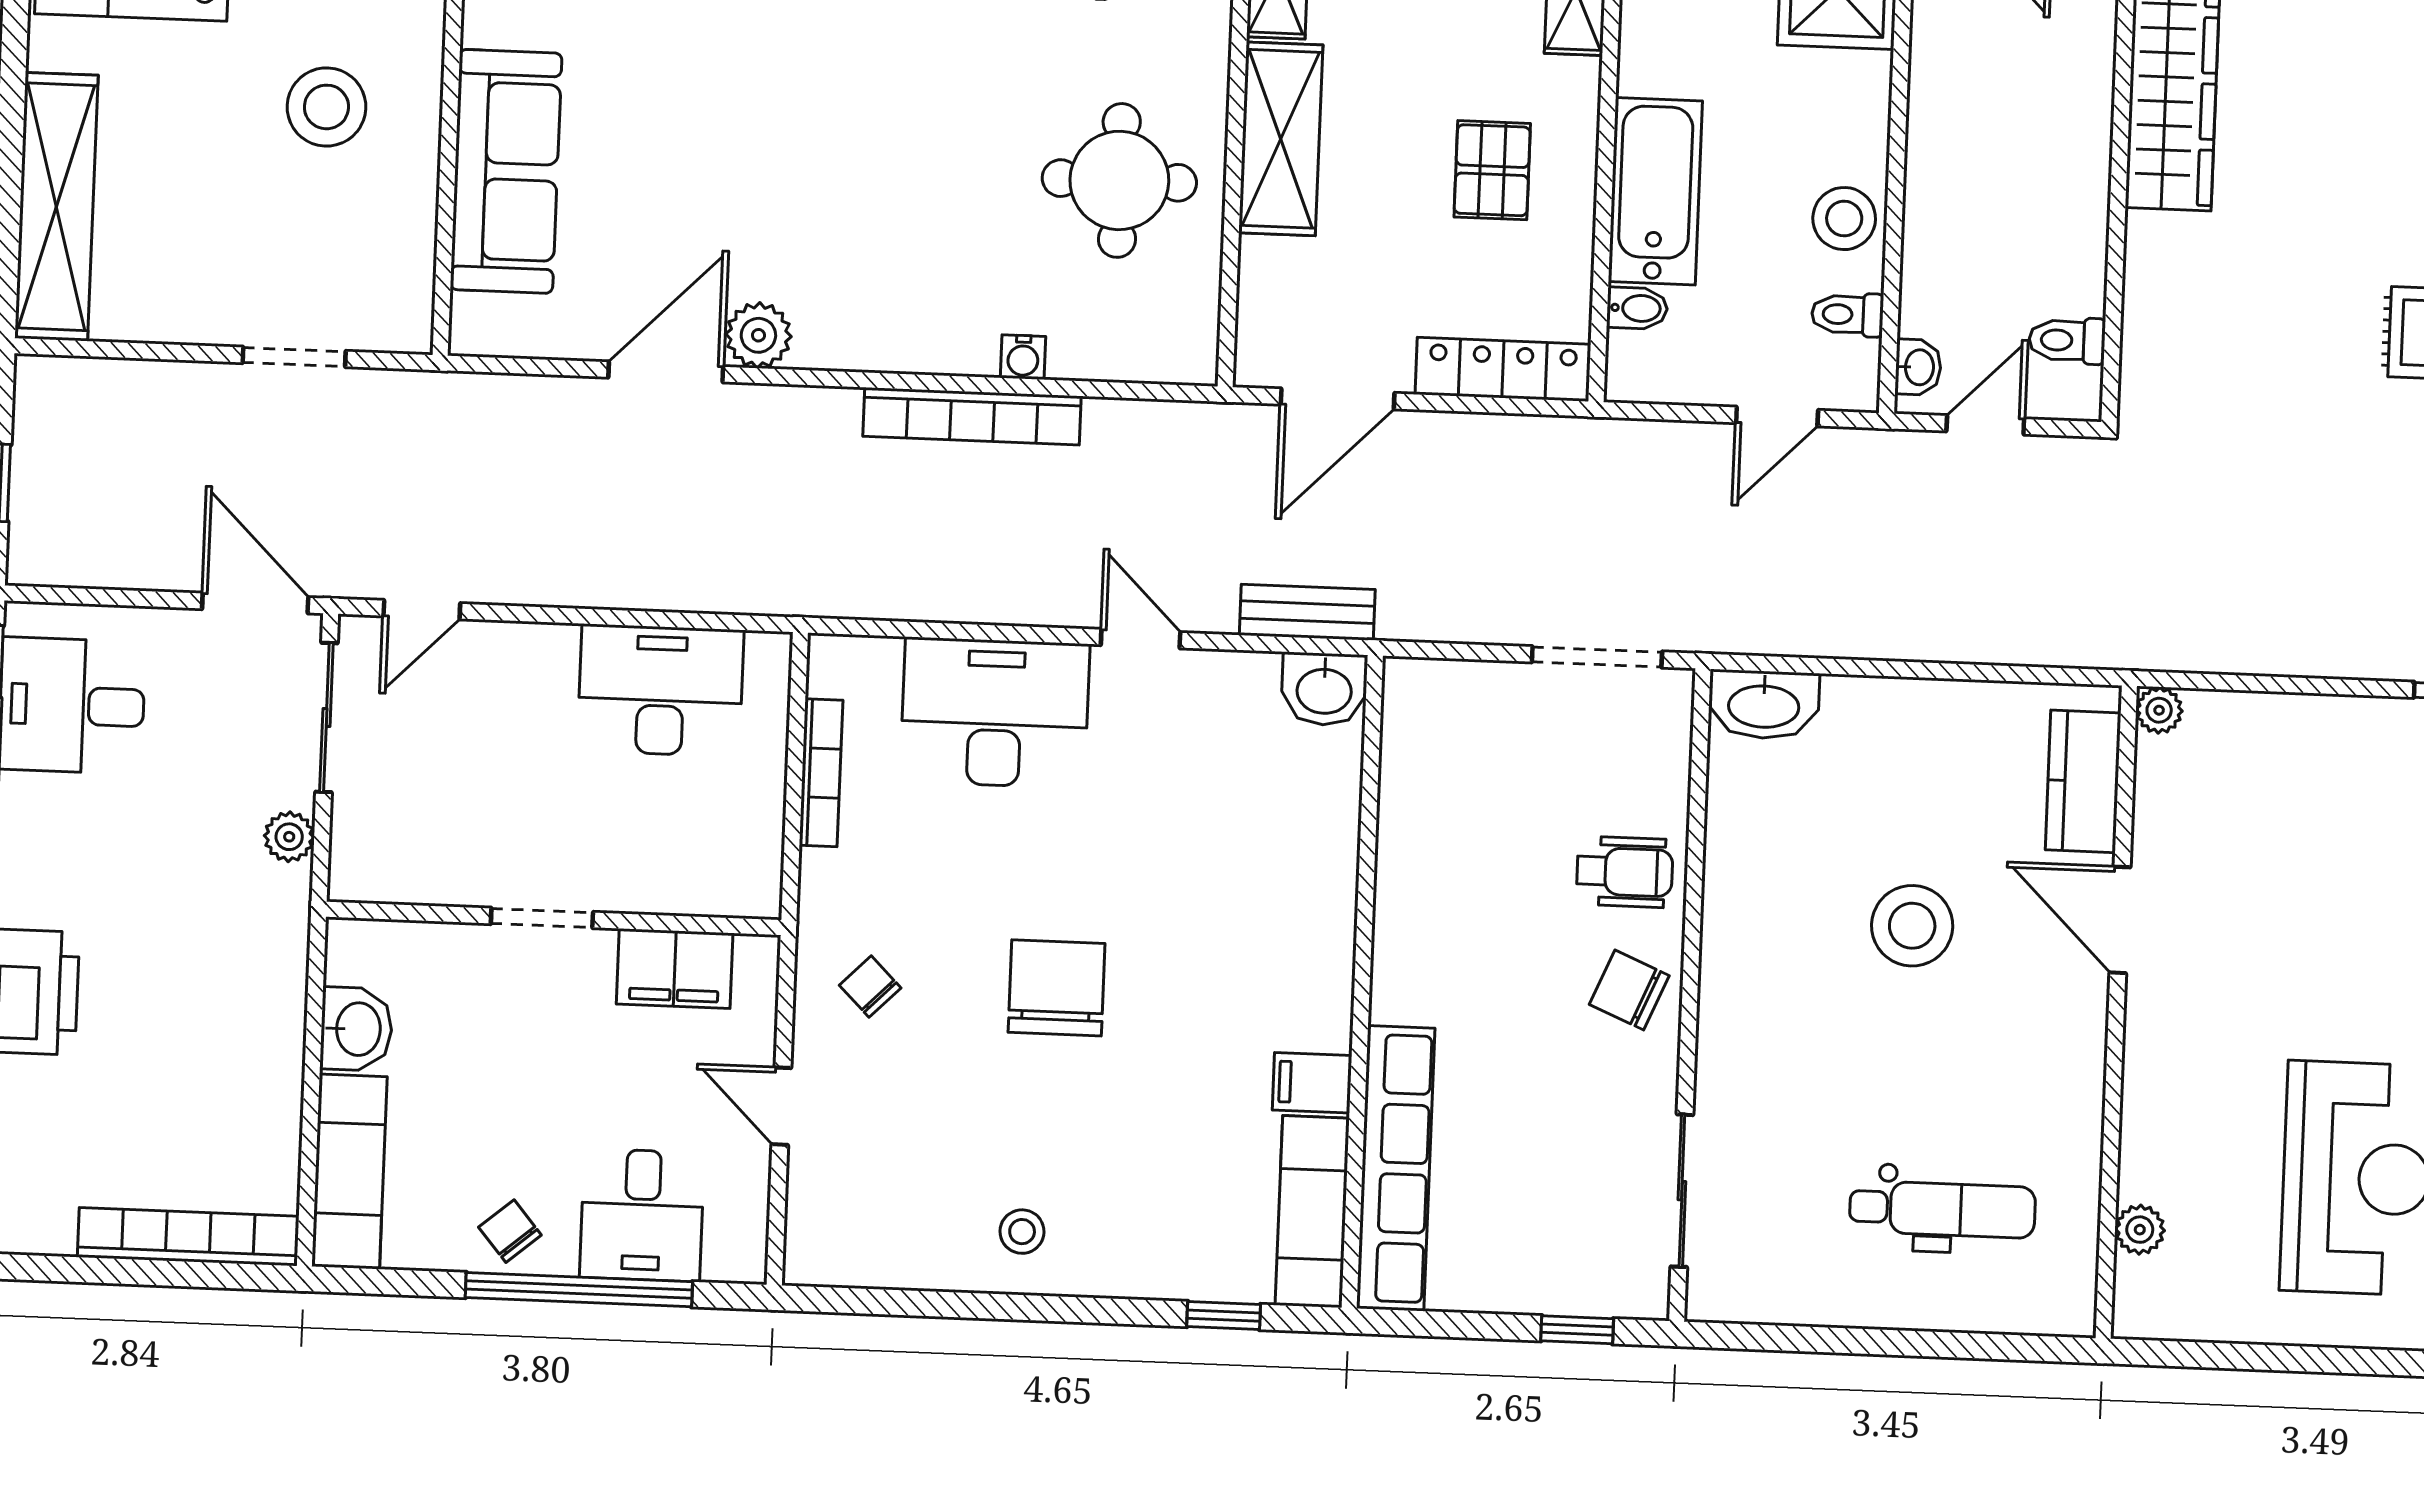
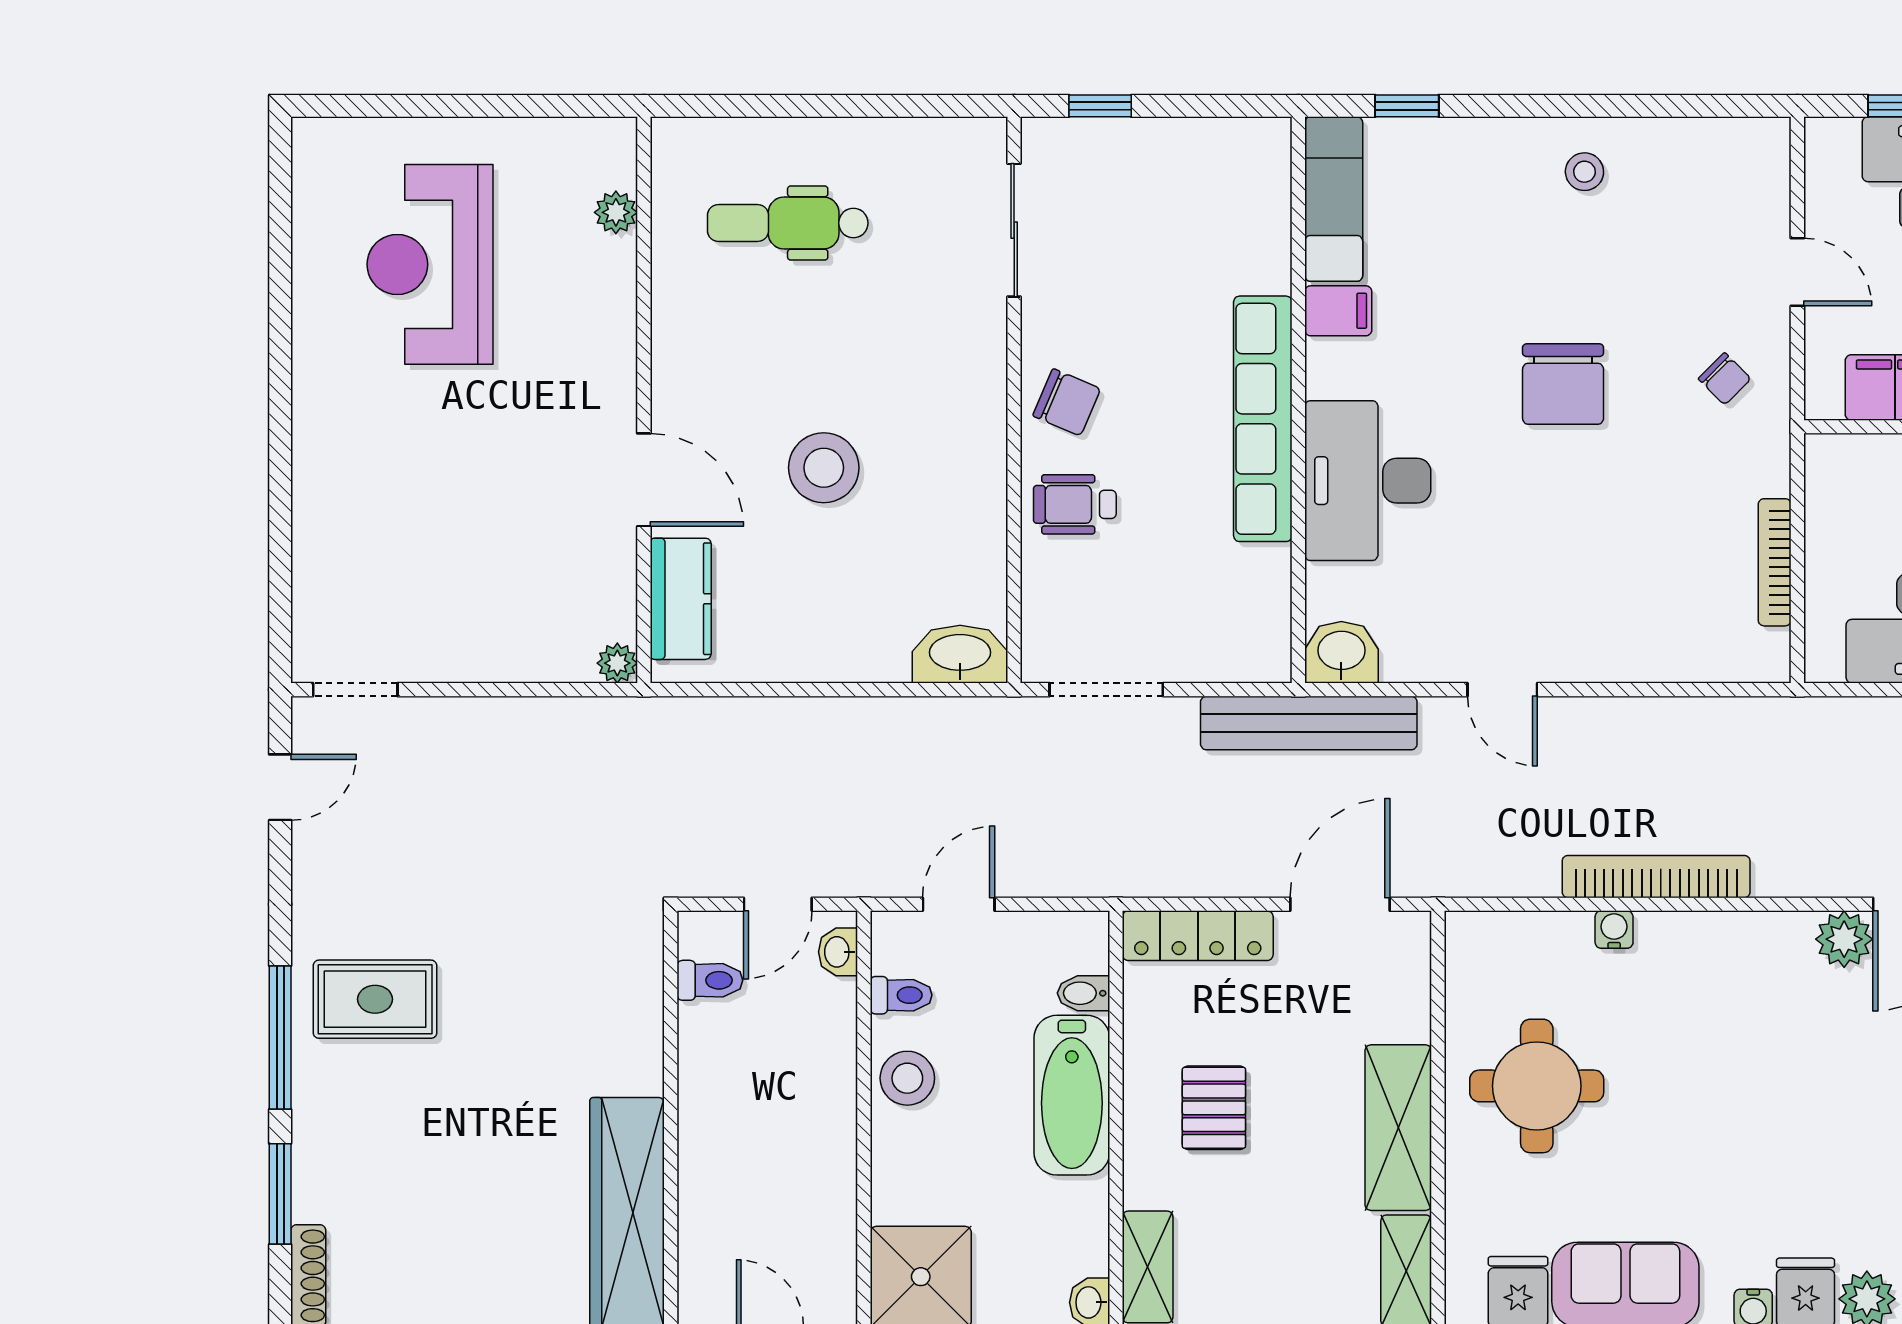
bench: (1307, 612) -> (1309, 723), width x1.86, depth x1.21
desk: (995, 713) -> (1368, 481), moved, turned 90
row of seats: (1396, 1168) -> (1263, 419), moved

